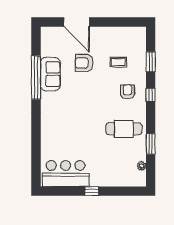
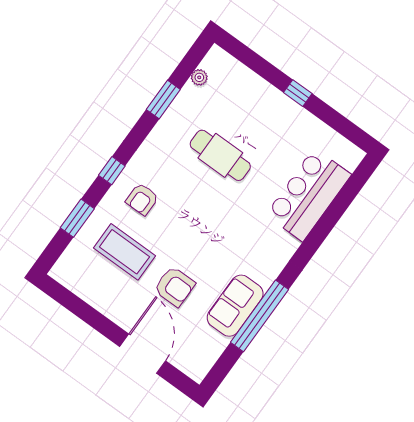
coffee table: (118, 62) -> (124, 252), width x1.86, depth x1.72
cafe table: (124, 129) -> (220, 155), moved
bar counter: (66, 174) -> (308, 195), moved, turned 90

